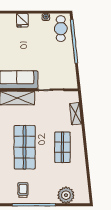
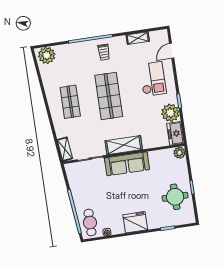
fridge: (22, 20) -> (135, 222), width x1.88, depth x1.34
shelving: (75, 114) -> (65, 149), moved
plant: (66, 195) -> (47, 55), moved

